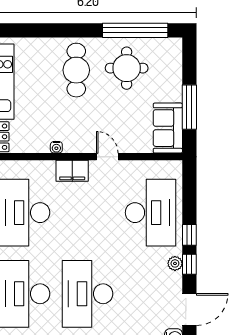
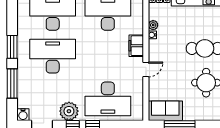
plant: (42, 146) -> (153, 25), added
plant: (175, 263) -> (69, 111), width x1.88, depth x1.88

